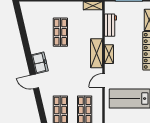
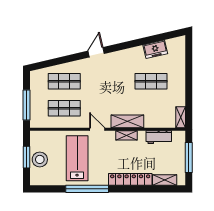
freezer: (40, 63) -> (155, 49), moved

